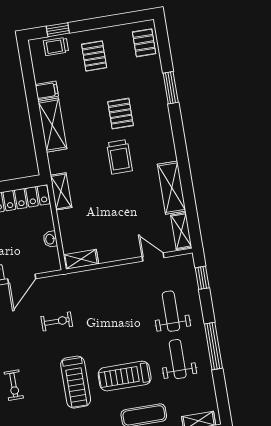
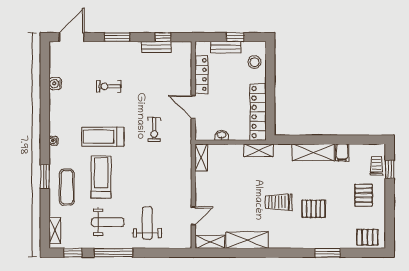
pallet: (94, 56) -> (364, 195), turned 90
window: (202, 278) -> (73, 253), moved
weight bench: (171, 311) -> (147, 223), turned -90

